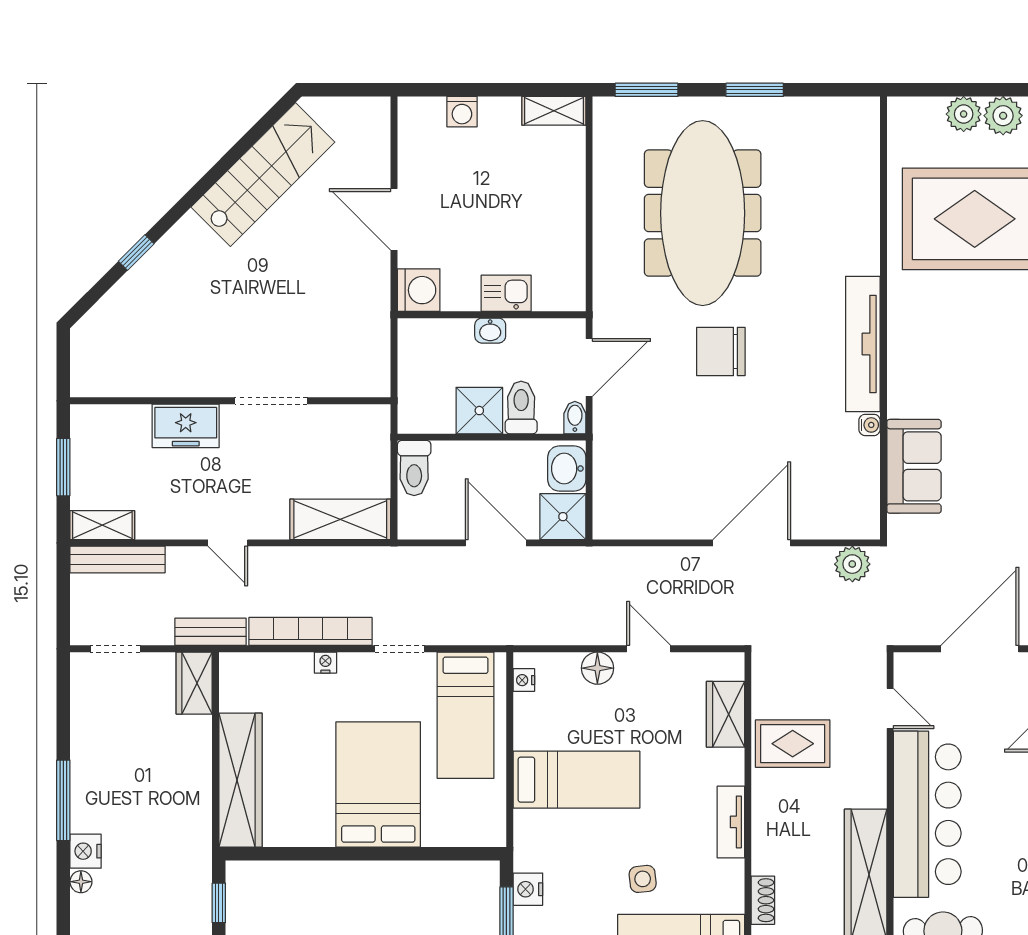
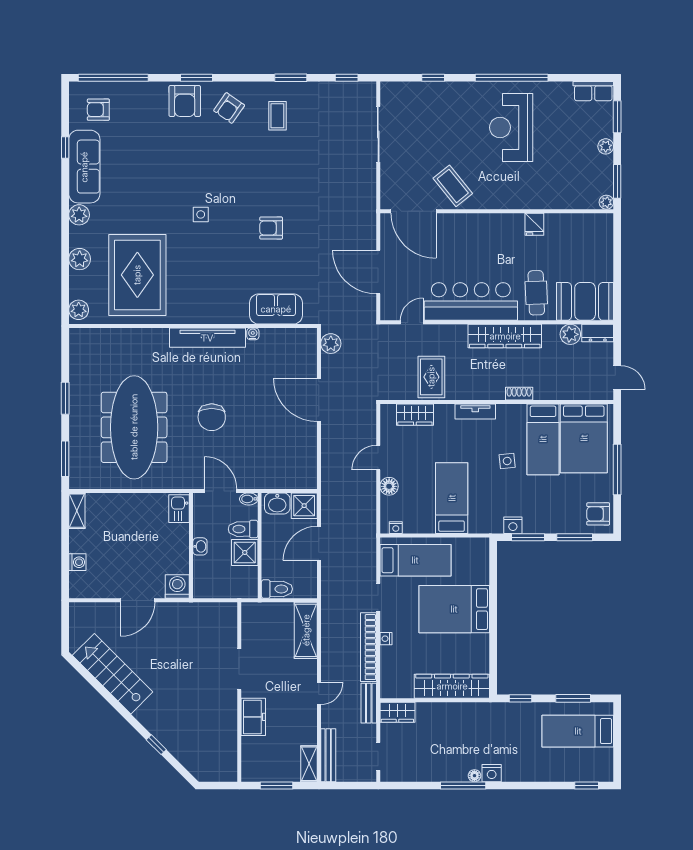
plant: (964, 114) -> (79, 310), moved
meeting table: (703, 213) -> (134, 427), turned 90
kitchen sink: (506, 293) -> (179, 509), moved
floor lamp: (81, 882) -> (474, 776), moved

